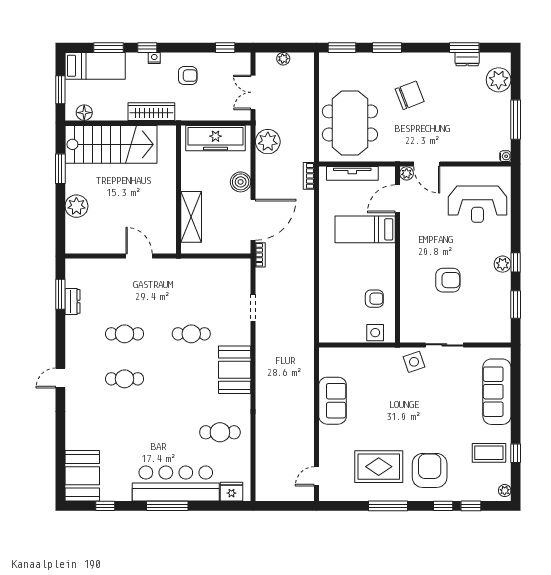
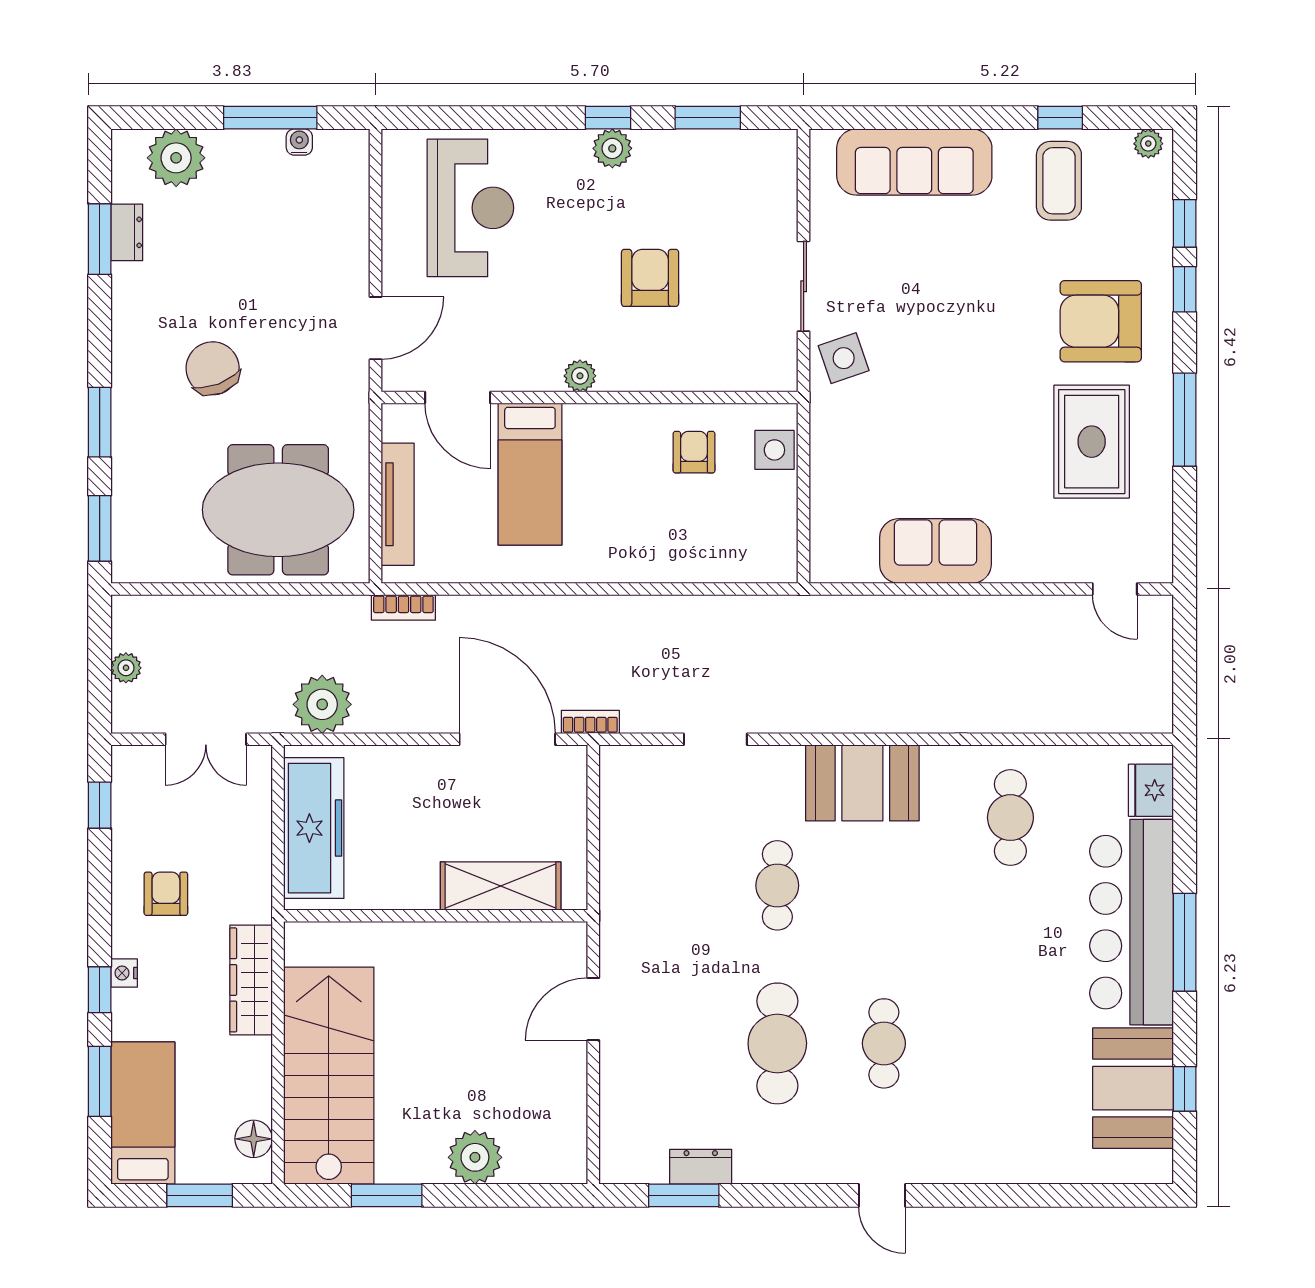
water cooler: (505, 156) -> (299, 142), moved
plant: (407, 173) -> (580, 376), moved
boiler: (241, 182) -> (418, 769), removed
cafe table: (125, 334) -> (777, 1043), width x1.37, depth x1.35
booth: (82, 476) -> (1133, 1088), moved, turned 90

